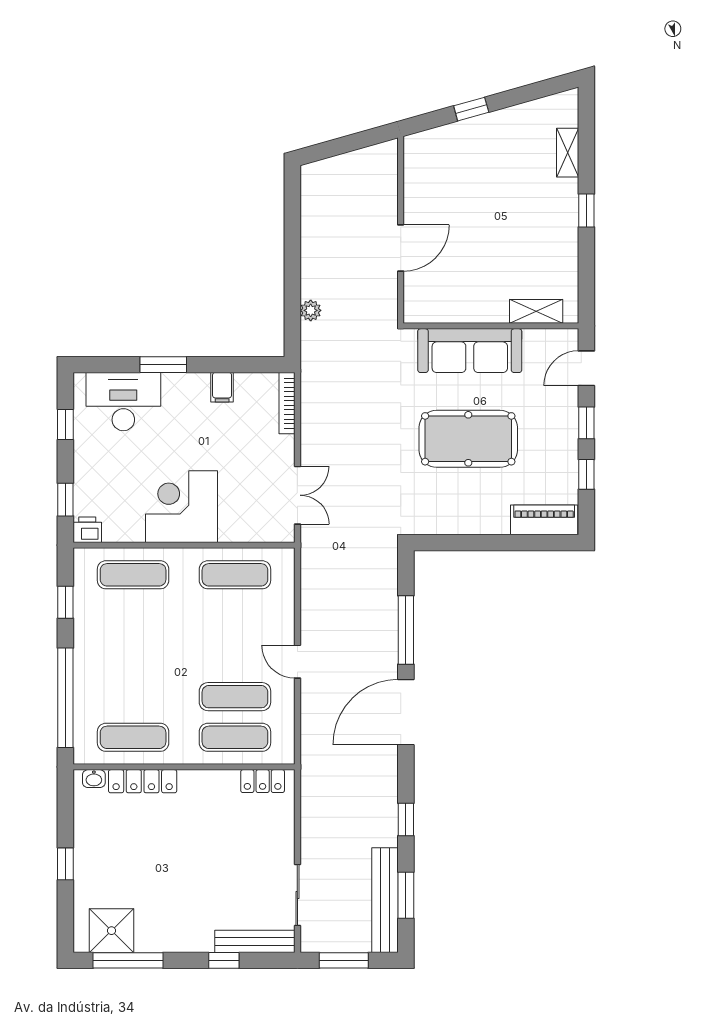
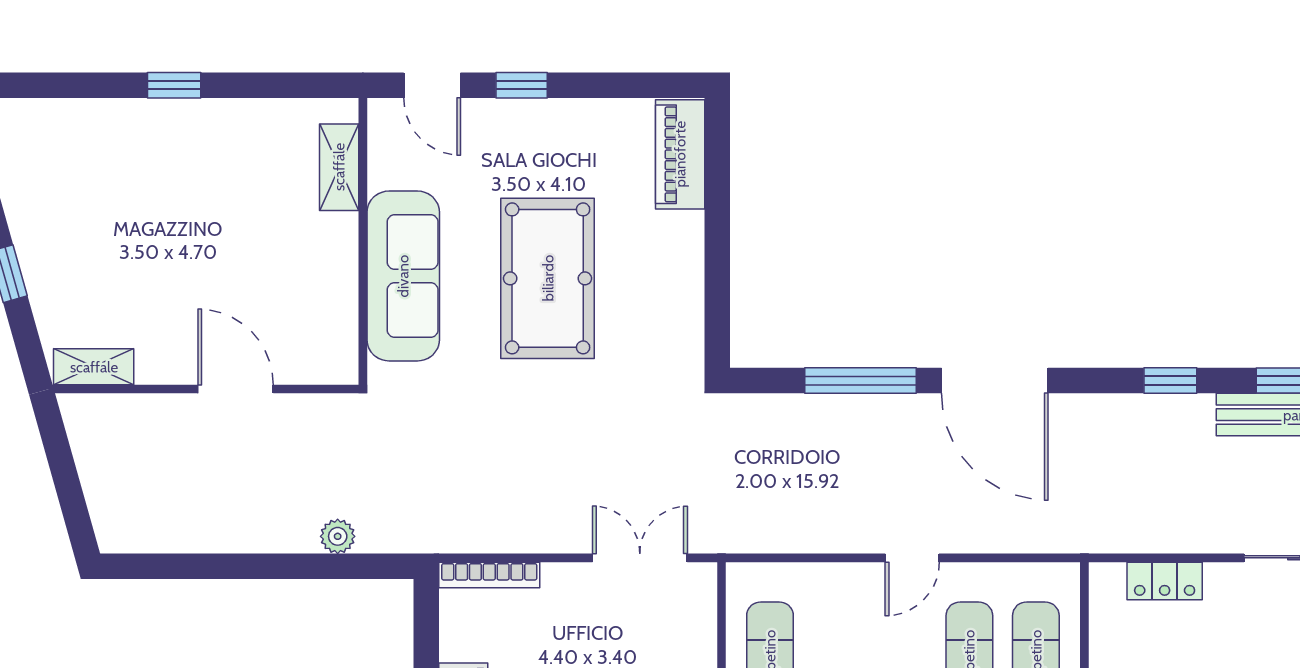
shelving: (568, 153) -> (94, 367), moved
window: (586, 474) -> (606, 85), removed
locker: (263, 781) -> (1165, 581), moved, turned 90

